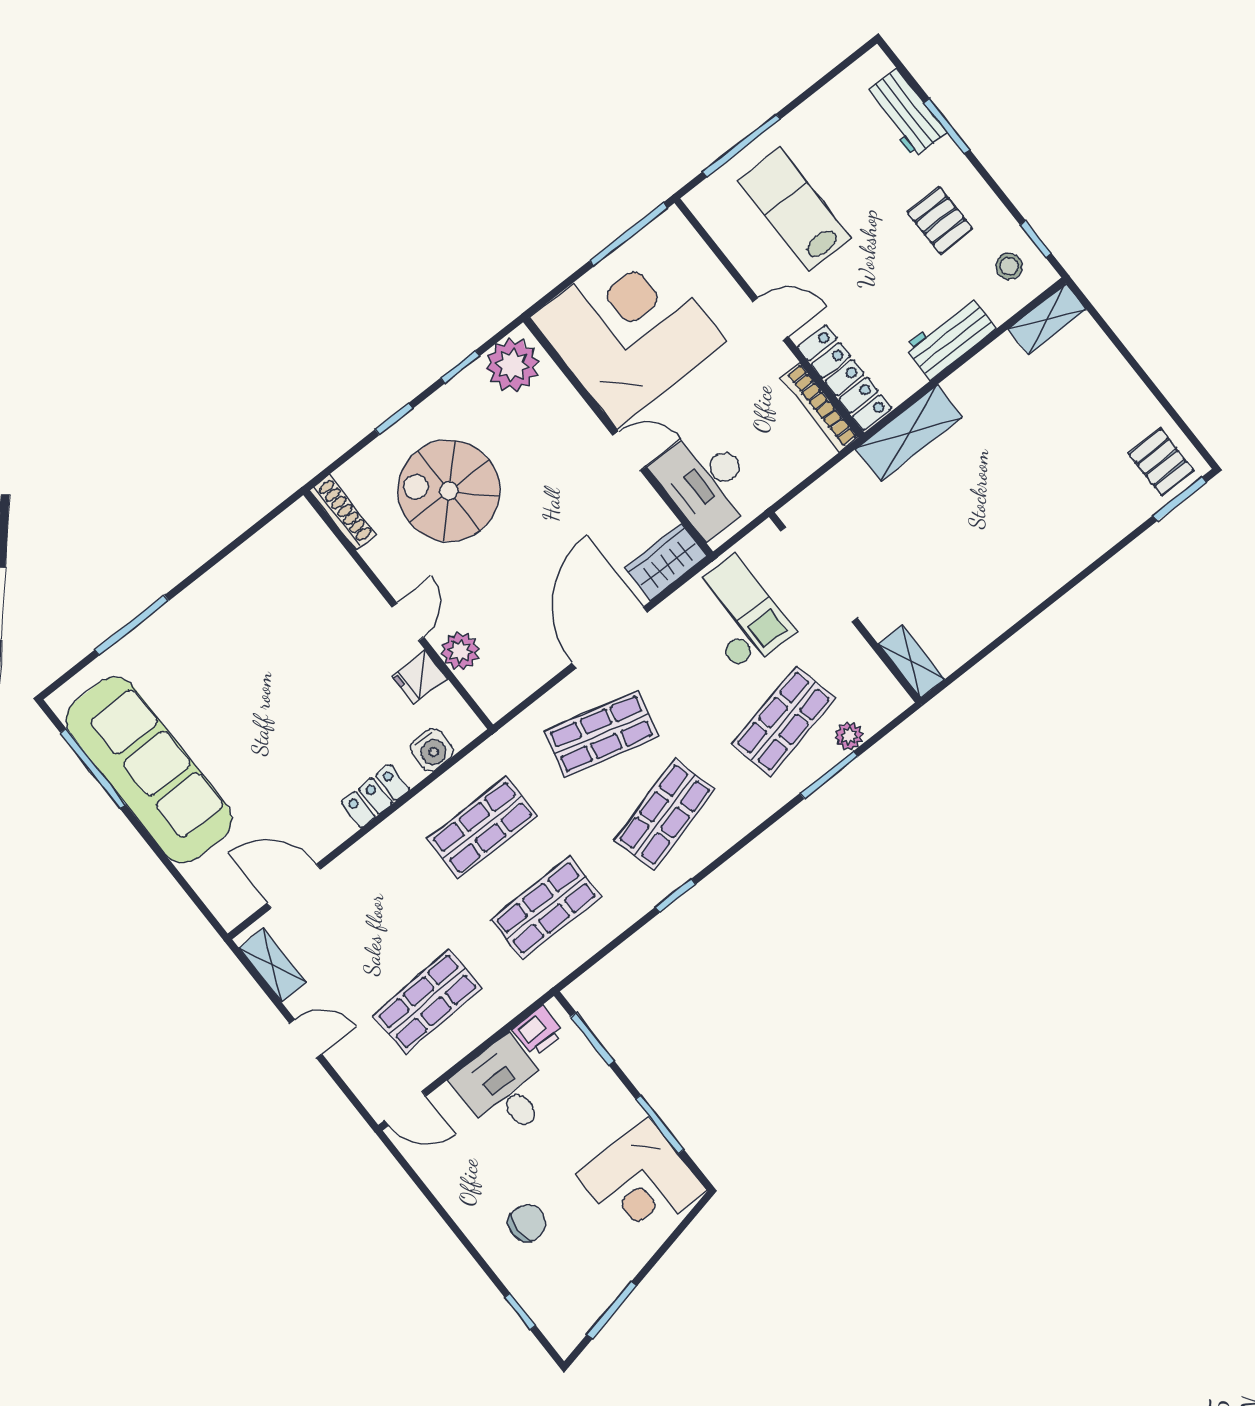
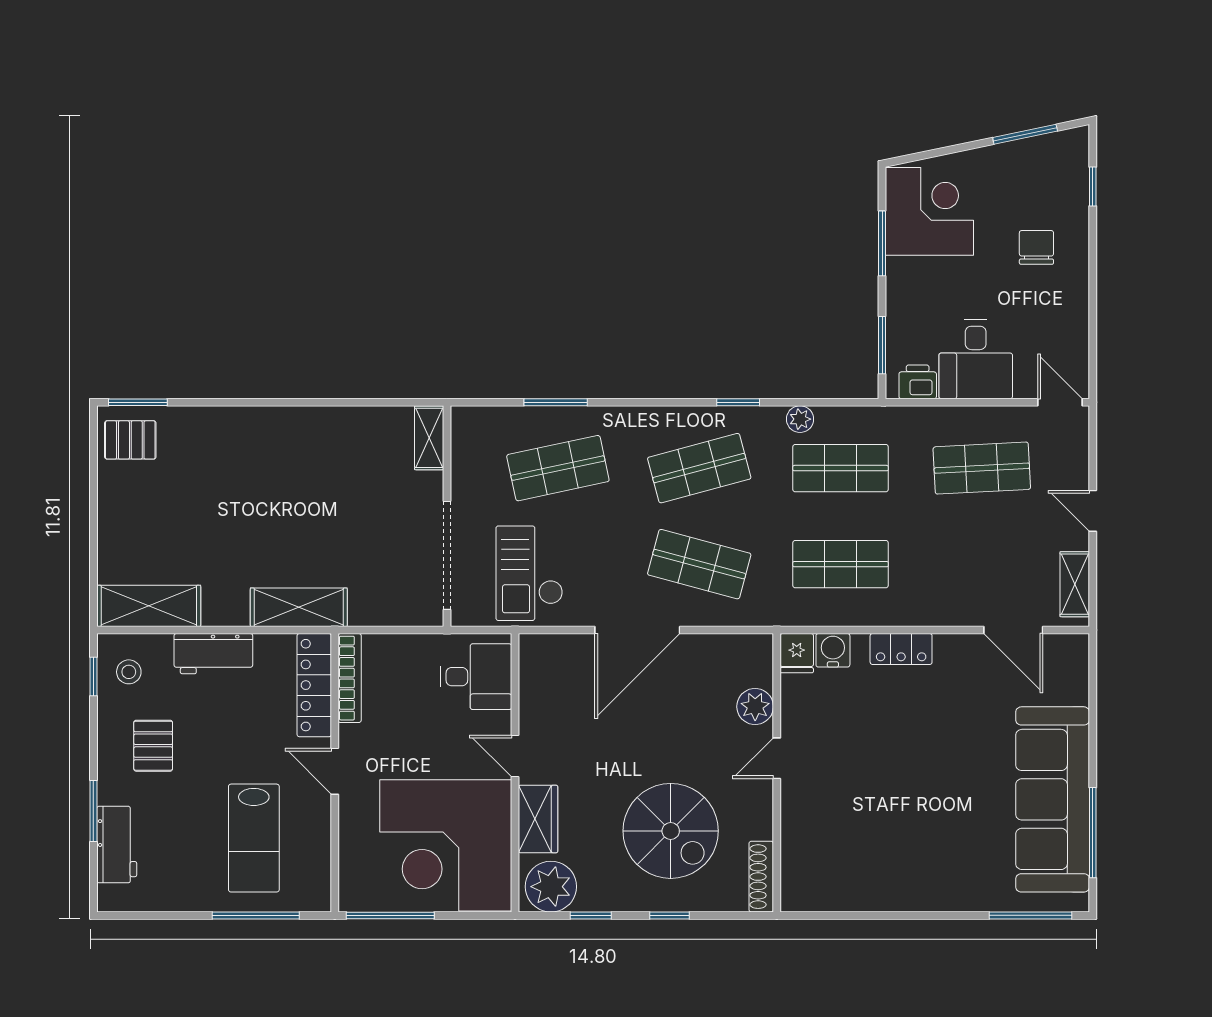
shelving: (1047, 319) -> (149, 606), width x1.50, depth x1.33
pallet: (1161, 462) -> (130, 440), turned 90
desk: (706, 482) -> (476, 677), width x0.73
wardrobe: (666, 562) -> (538, 819), moved, turned -90
window: (132, 625) -> (1030, 915), moved
fridge: (419, 677) -> (797, 653), moved, turned 90
plant: (849, 736) -> (800, 419), moved
chair: (527, 1223) -> (1036, 247), turned 90

